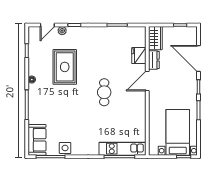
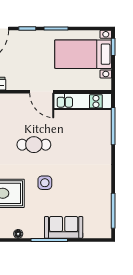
door: (147, 81) -> (42, 92), moved
sofa: (37, 140) -> (64, 227), moved
side table: (65, 148) -> (45, 183), moved
kitchen unit: (123, 149) -> (83, 101), moved, turned -90

